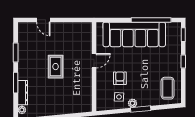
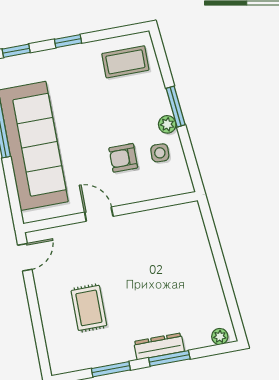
door: (43, 20) -> (25, 257), moved
rug: (56, 67) -> (89, 308), moved, turned 90
dresser: (23, 93) -> (159, 346), moved

